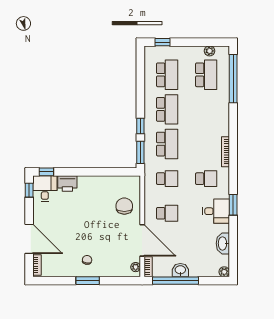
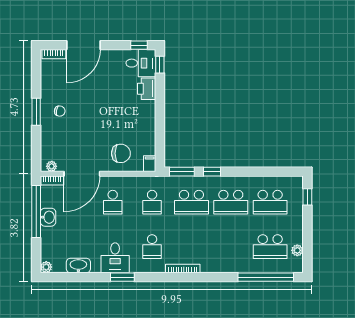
filing cabinet: (133, 181) -> (150, 164), added

